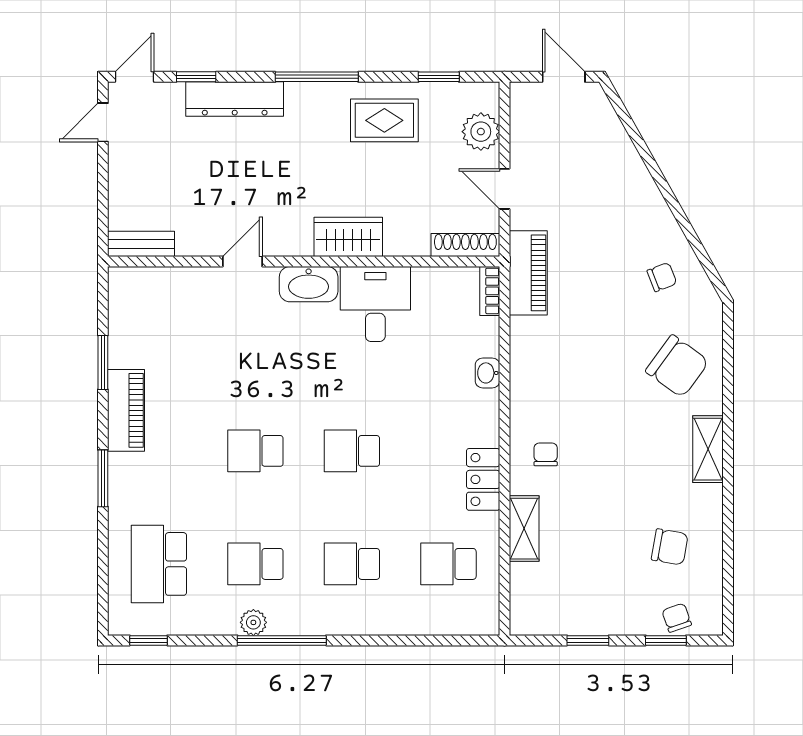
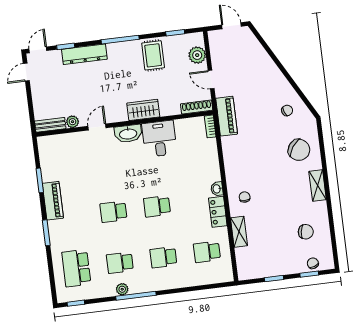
rug: (384, 120) -> (153, 55), turned 90
plant: (190, 243) -> (72, 122), added
washbasin: (487, 373) -> (217, 189), moved

